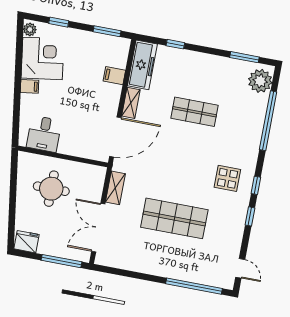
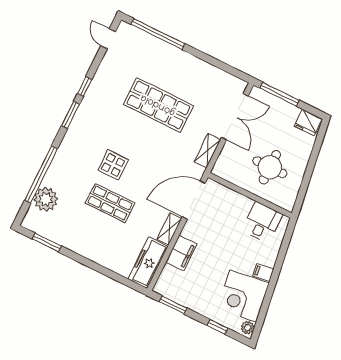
window: (175, 44) -> (110, 274), removed
filing cabinet: (114, 76) -> (181, 253), width x2.00
plant: (260, 81) -> (46, 199), moved
display table: (227, 178) -> (113, 165), moved
window: (256, 185) -> (70, 115), width x1.50

